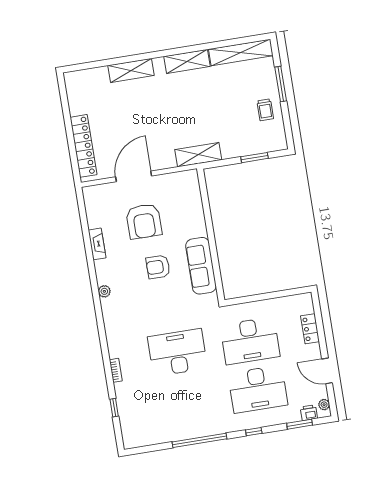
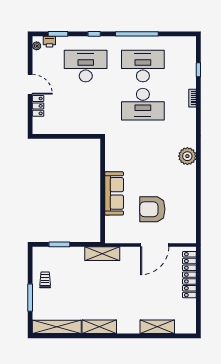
shelving: (131, 70) -> (157, 327), moved
armchair: (144, 221) -> (152, 209), turned -90
fireplace: (97, 244) -> (191, 198), removed
sofa: (201, 266) -> (114, 193), moved
armchair: (158, 267) -> (147, 172), removed
plant: (104, 291) -> (187, 156), width x1.88, depth x1.88
desk: (250, 341) -> (143, 66), moved
door: (327, 371) -> (30, 84), moved

